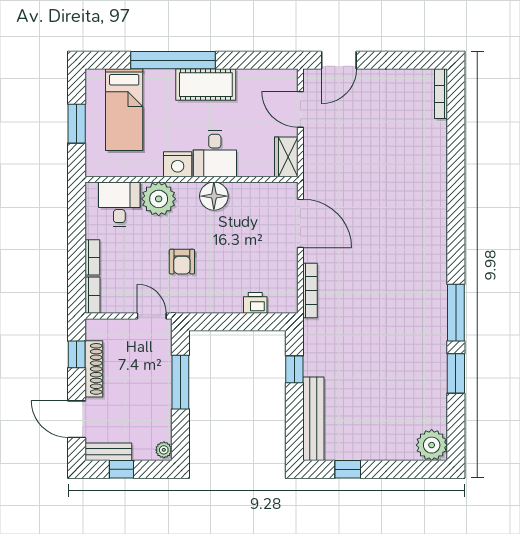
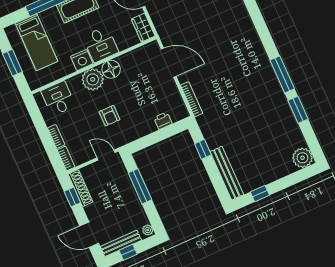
plant: (159, 199) -> (93, 79), moved
shoe rack: (94, 369) -> (80, 188), moved
bench: (108, 452) -> (121, 243), width x1.36

